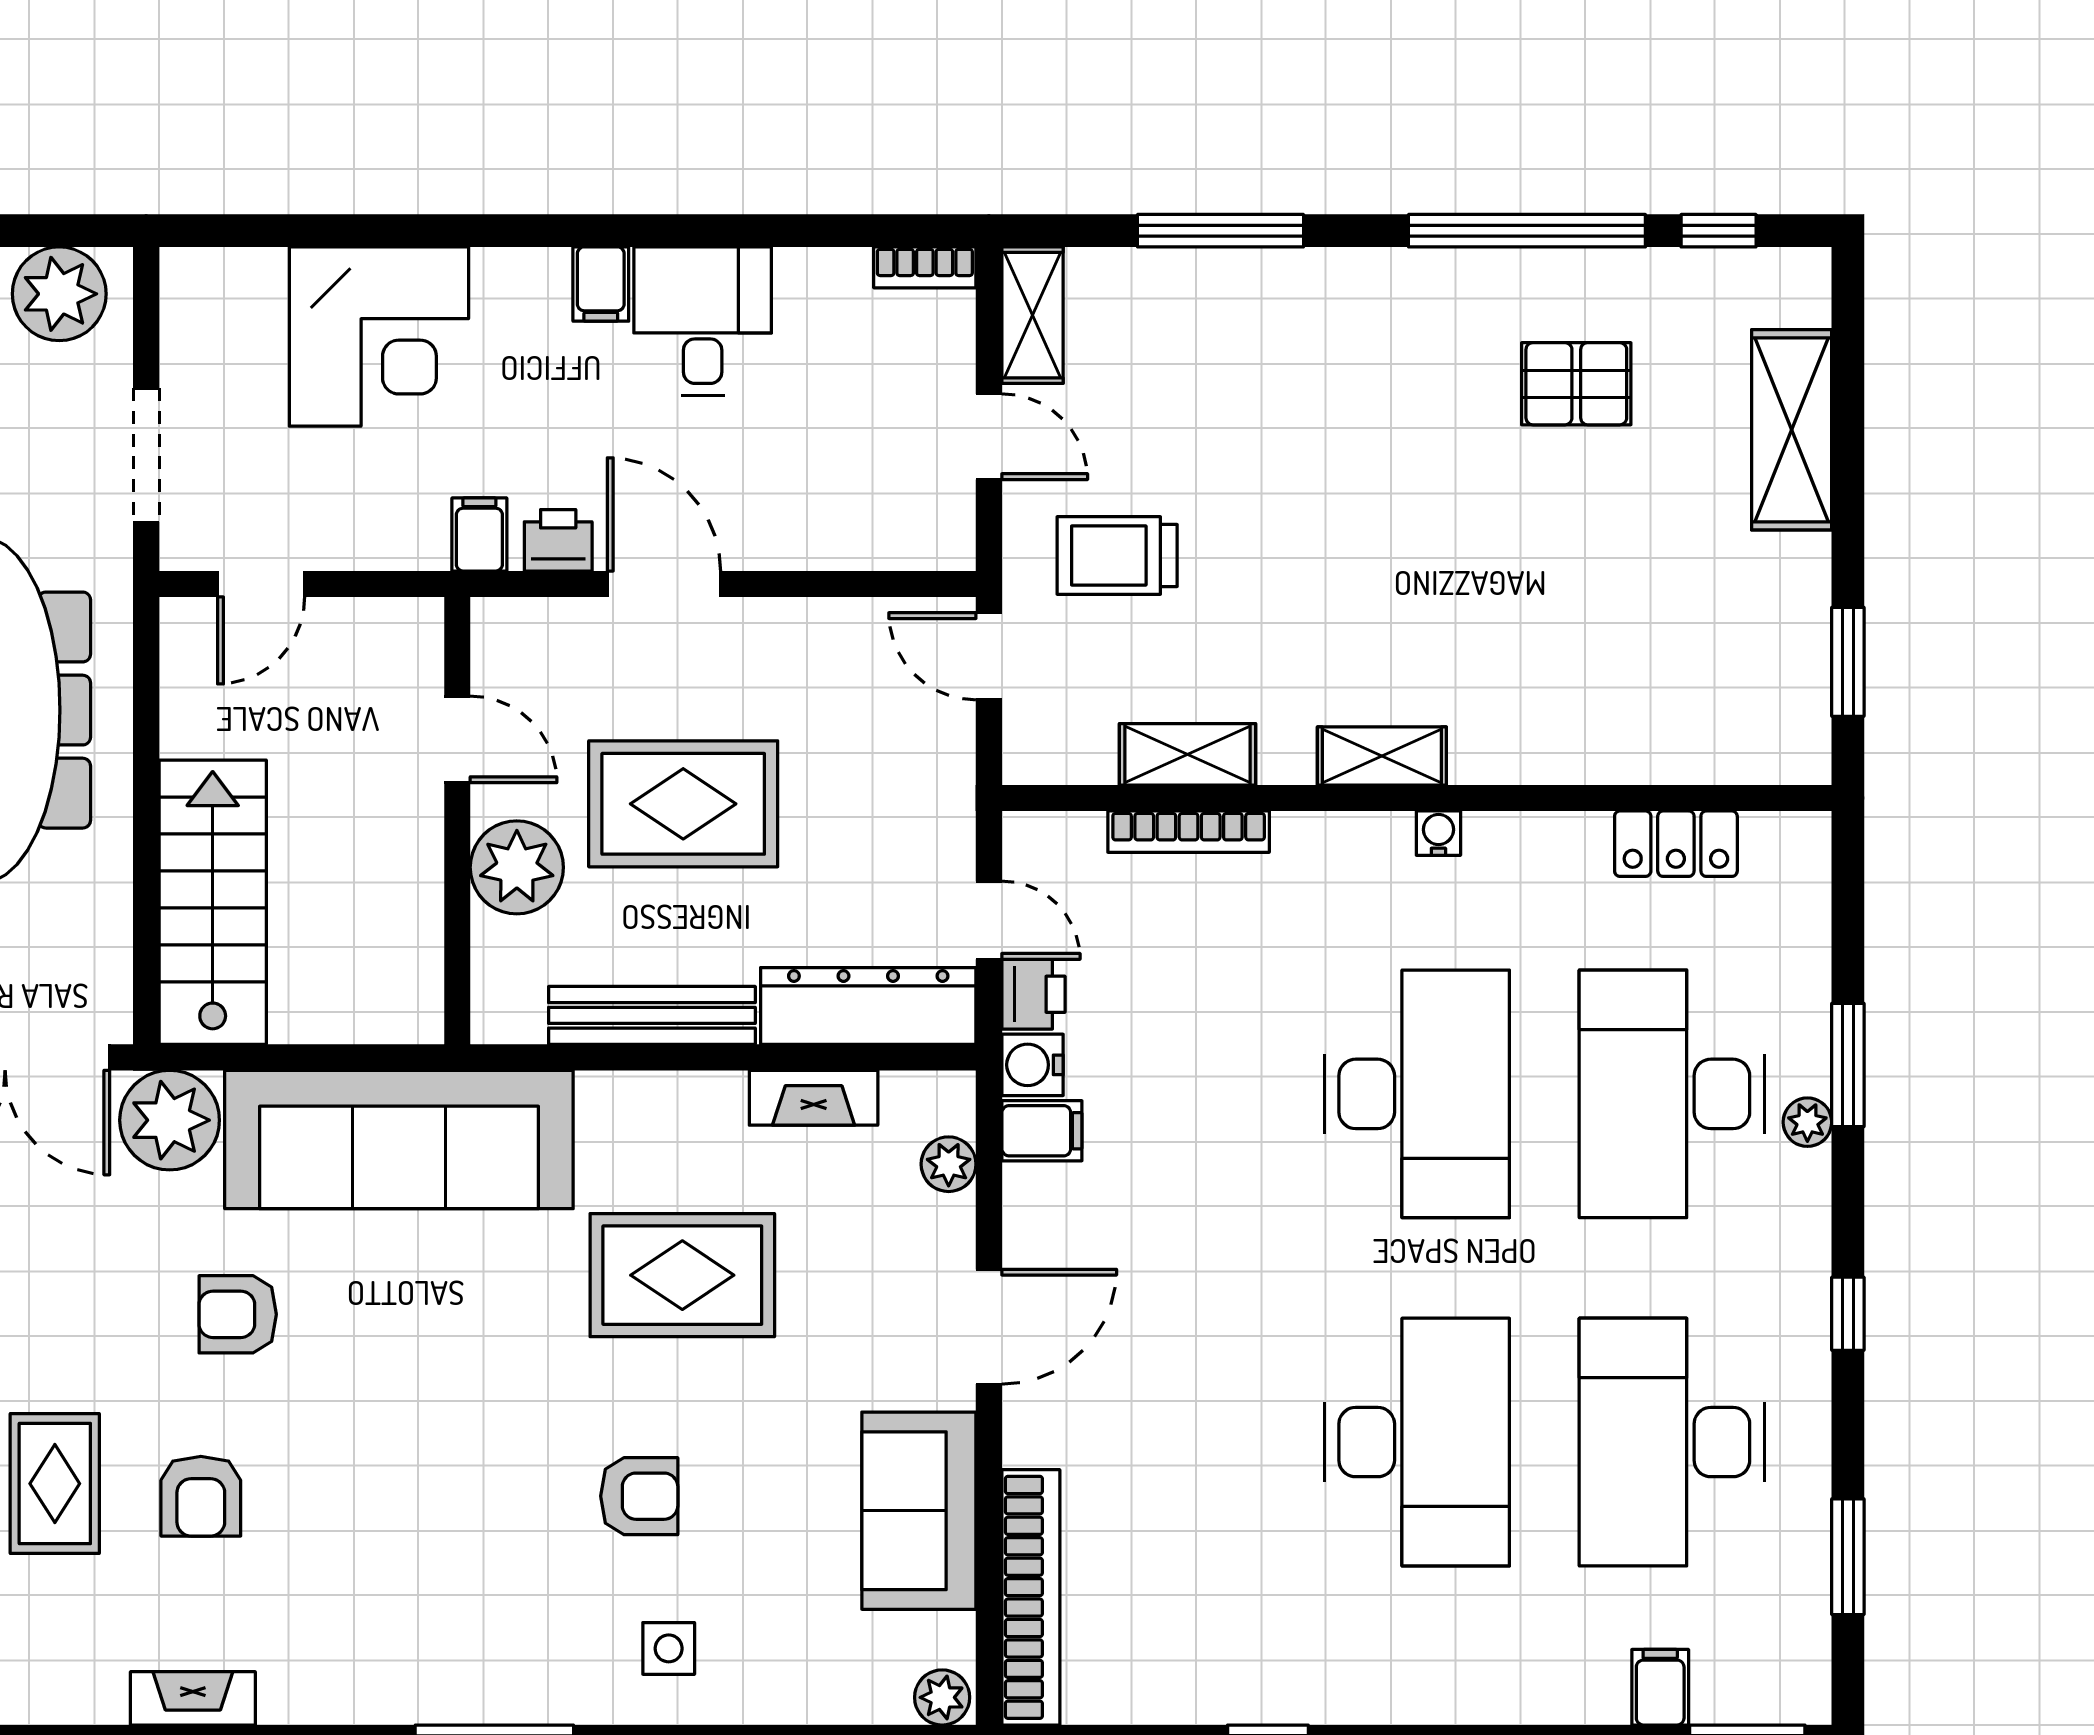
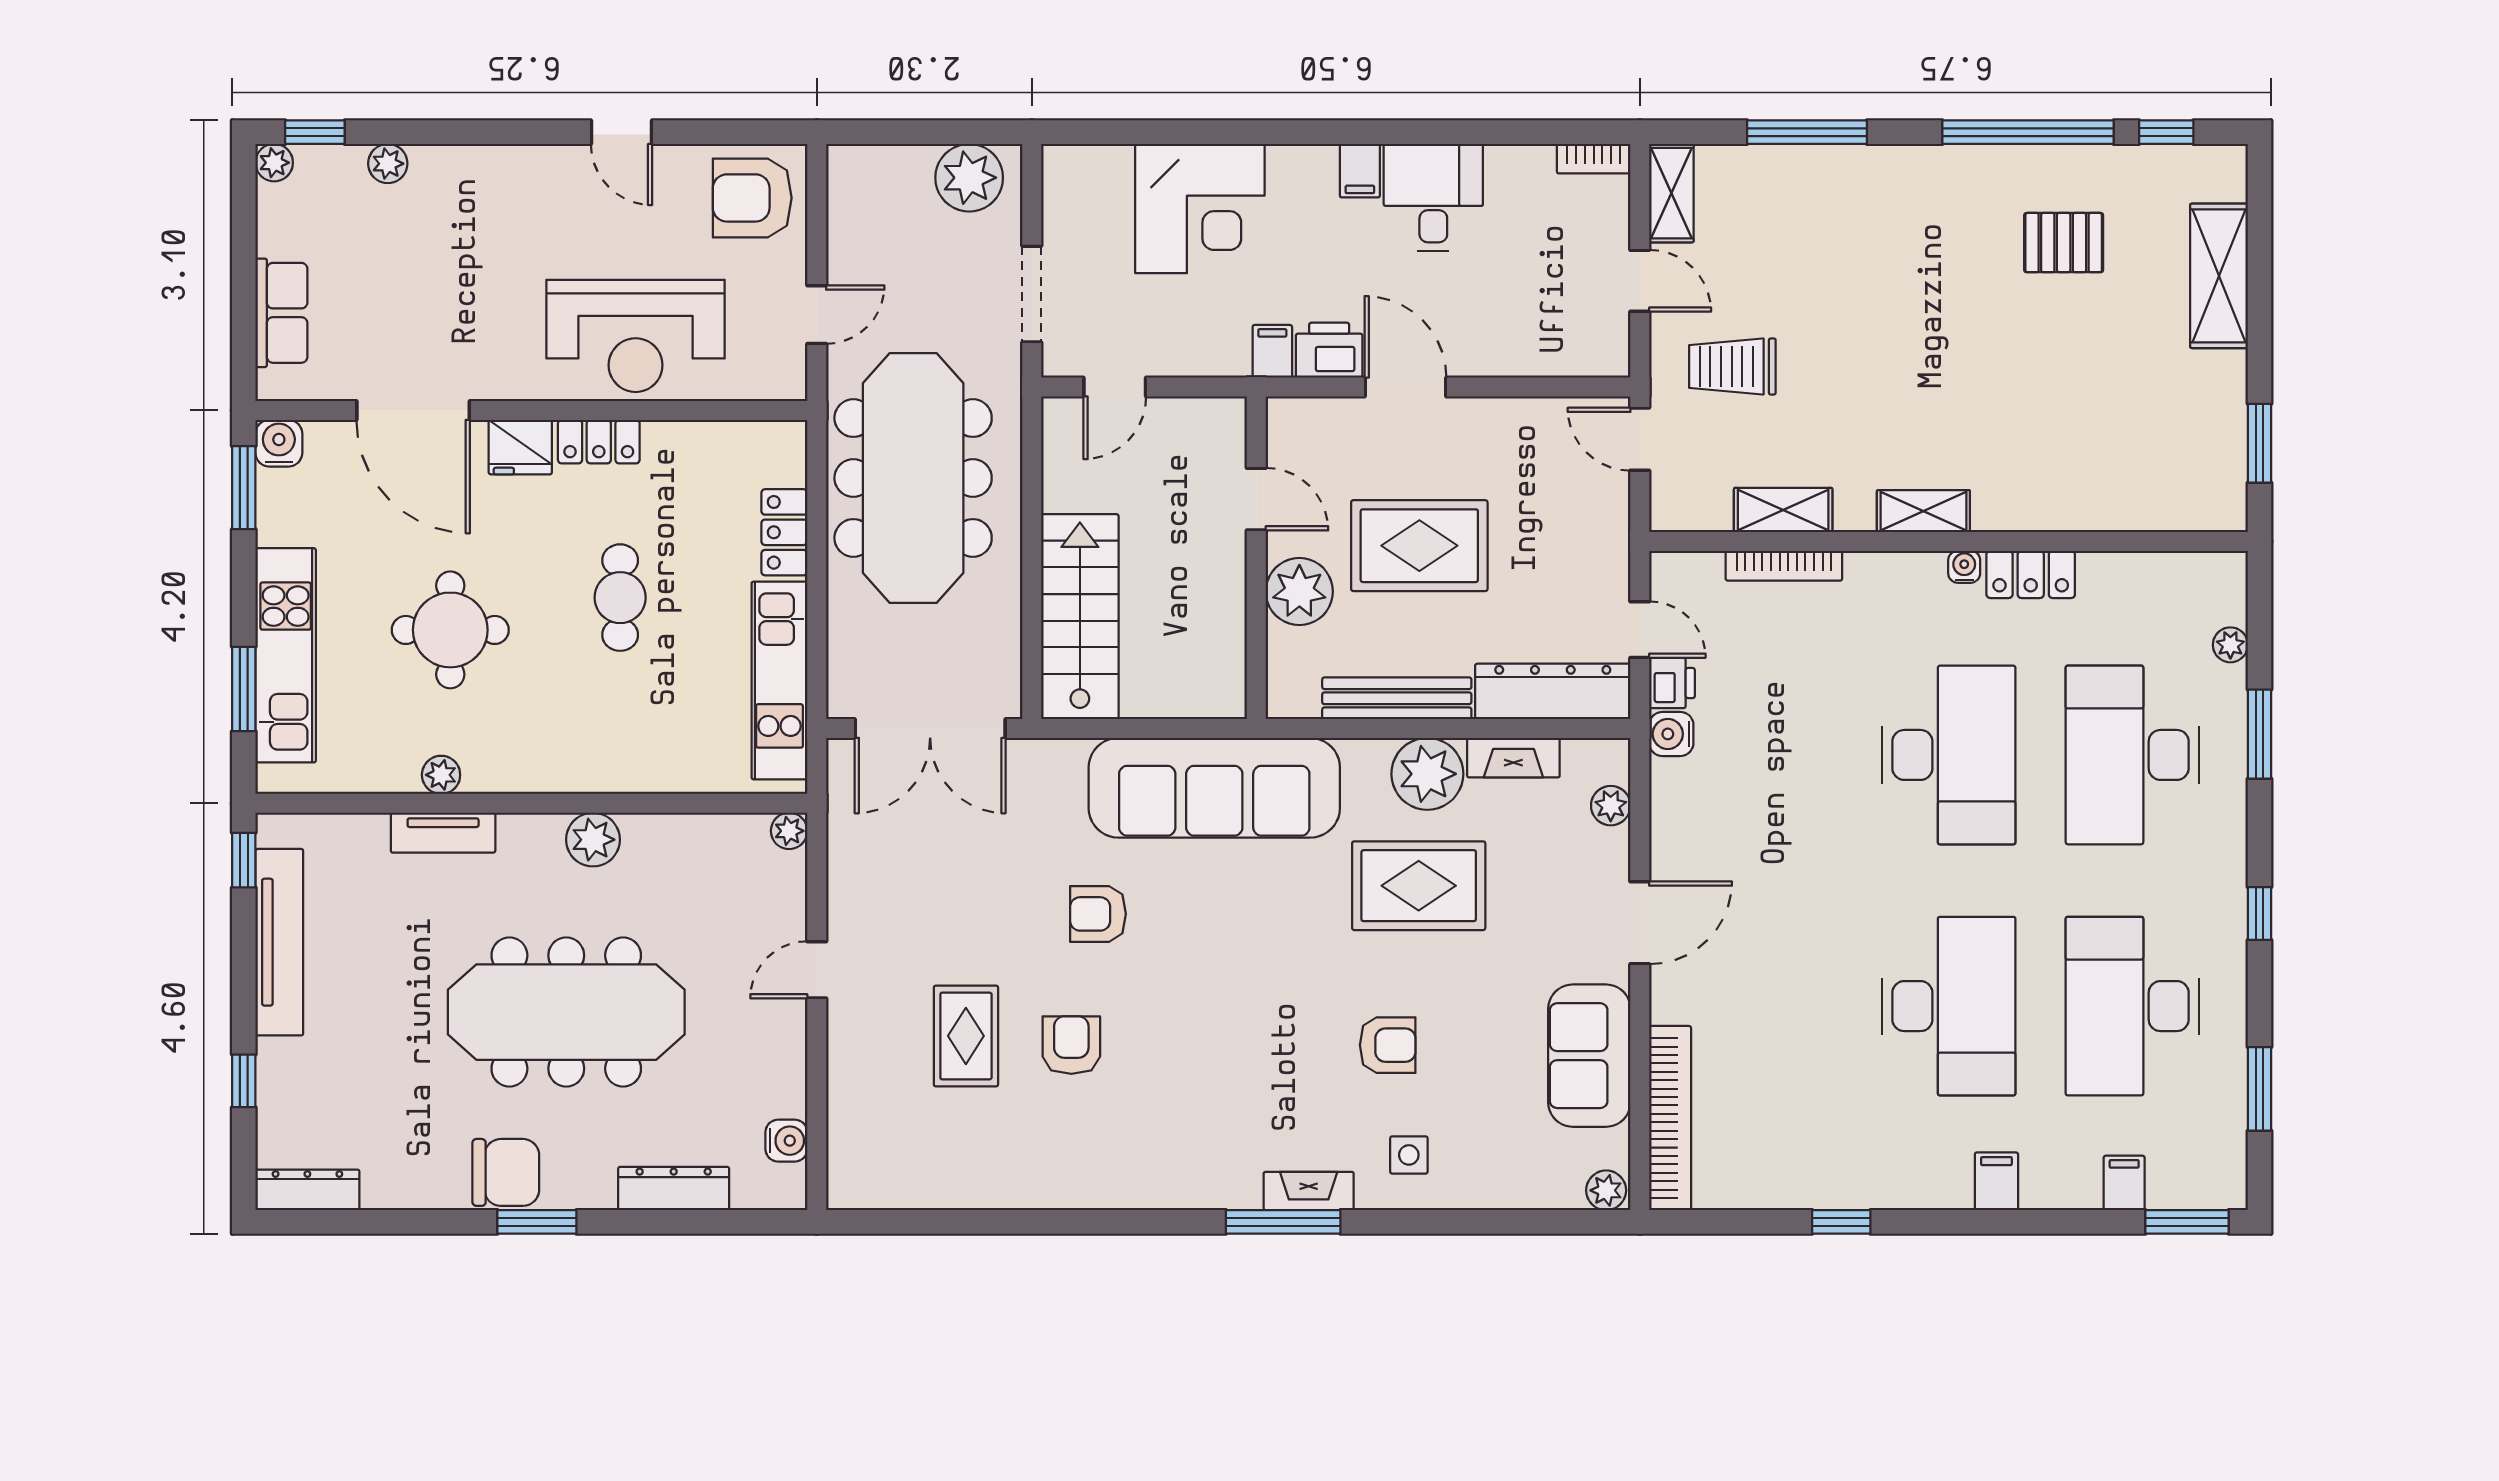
printer: (558, 540) -> (1329, 350), width x1.36, depth x1.24
locker: (1676, 844) -> (2031, 574), moved
plant: (170, 1120) -> (1427, 774), moved
plant: (1807, 1122) -> (2230, 645), moved
filing cabinet: (1042, 1131) -> (1996, 1181), moved, turned -90
armchair: (201, 1496) -> (1071, 1045), turned 180
fireplace: (193, 1698) -> (1309, 1191), moved

